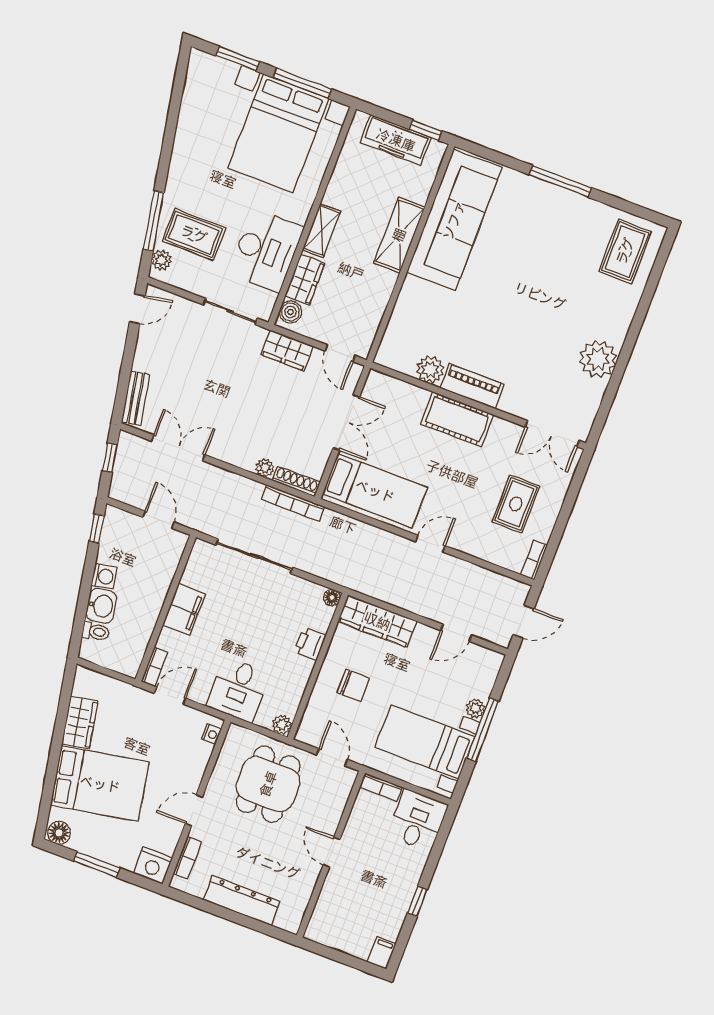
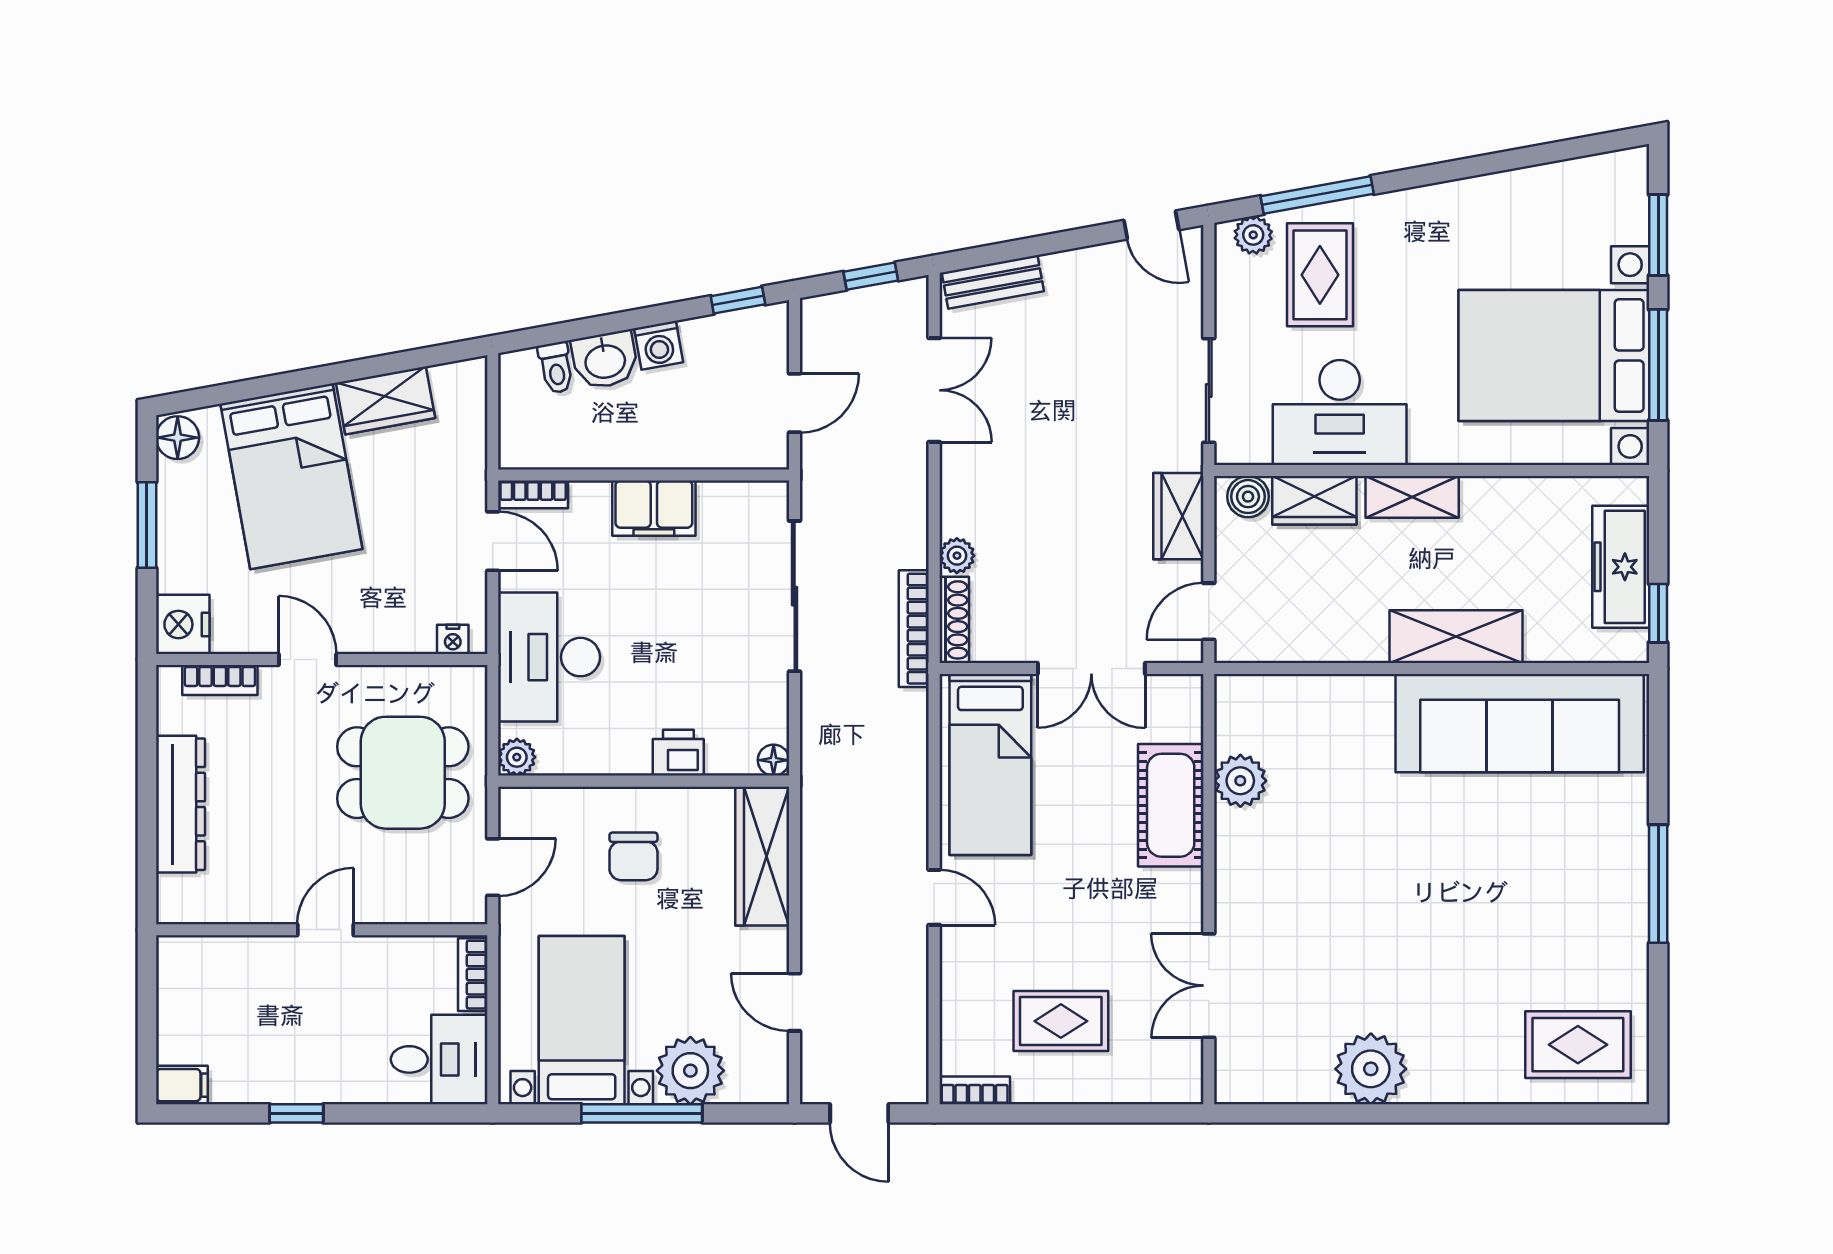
piano: (472, 386) -> (1239, 865), removed
cot: (457, 419) -> (1171, 805), moved
double door: (552, 434) -> (1209, 986), moved
desk: (238, 690) -> (549, 657), width x1.37
plant: (475, 708) -> (690, 1071), width x1.87, depth x1.87

